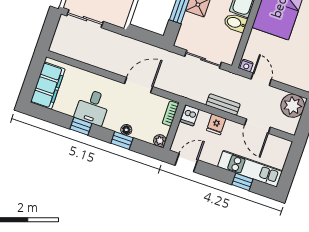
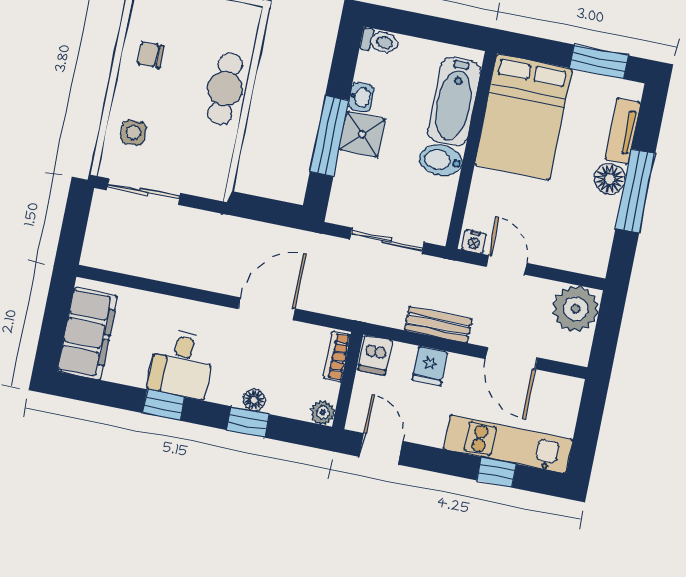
door: (186, 163) -> (381, 449), hinge flipped

